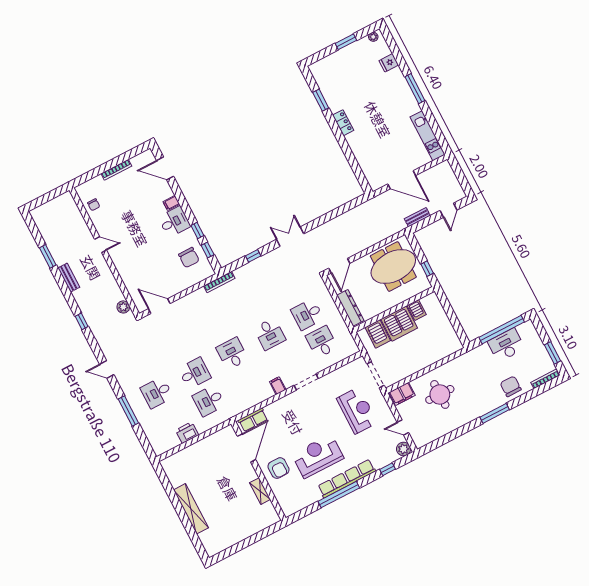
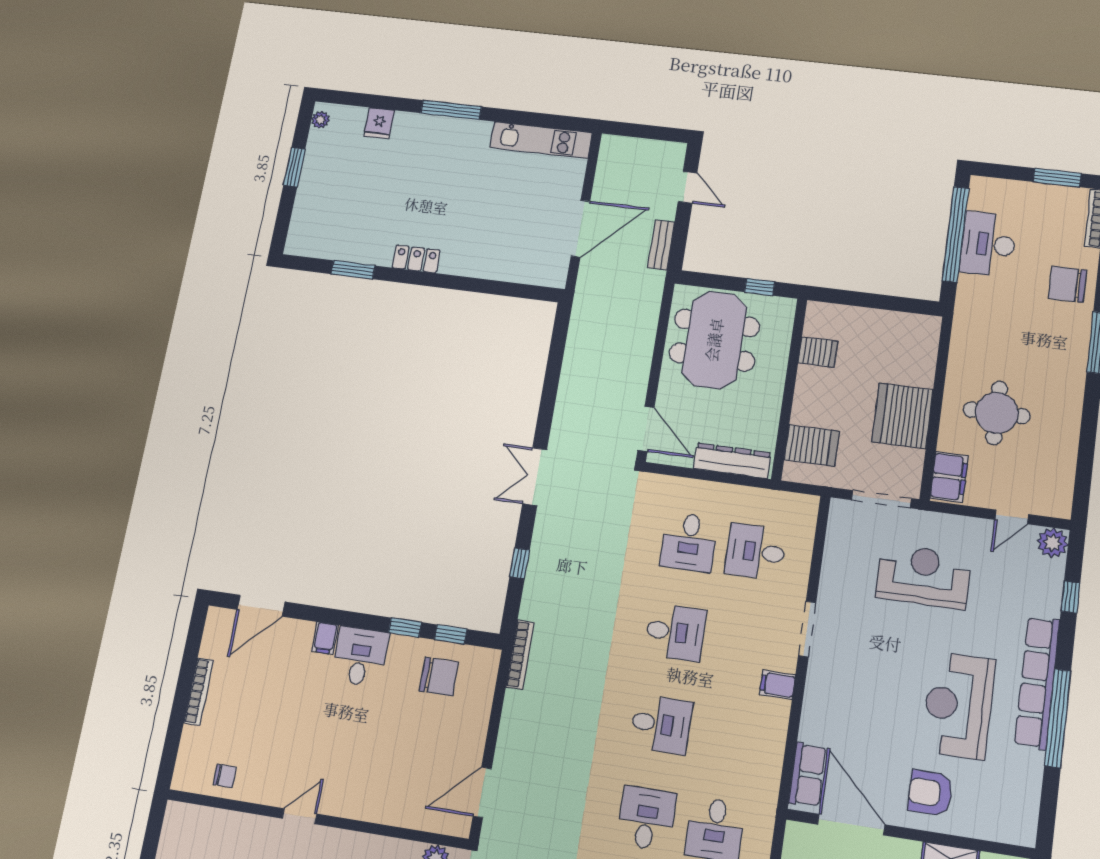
server rack: (399, 324) -> (902, 416), moved, turned 180
desk: (232, 354) -> (661, 724), turned 180
armchair: (278, 468) -> (930, 793), turned 180

